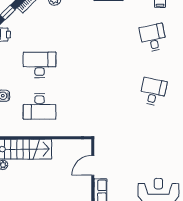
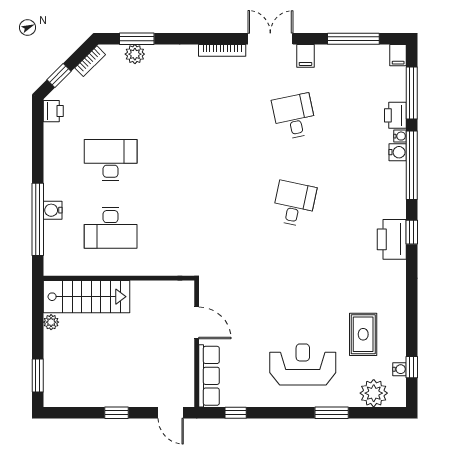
door: (93, 165) -> (197, 323), swing flipped

